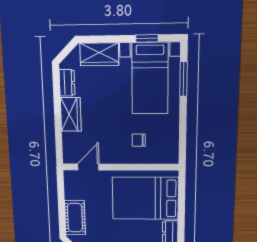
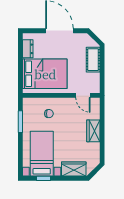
window: (184, 79) -> (20, 122), moved
dresser: (67, 83) -> (95, 151), removed
door: (88, 167) -> (83, 95), hinge flipped

